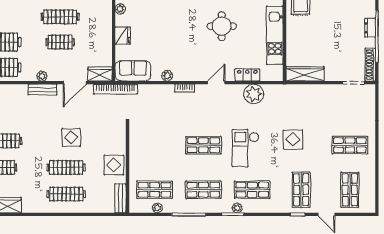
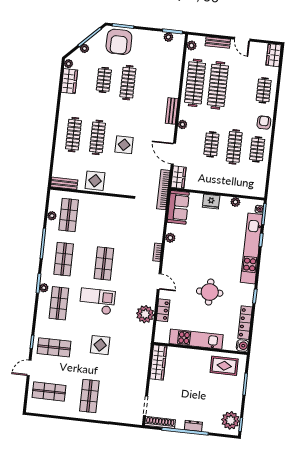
bench: (43, 90) -> (172, 111), moved

